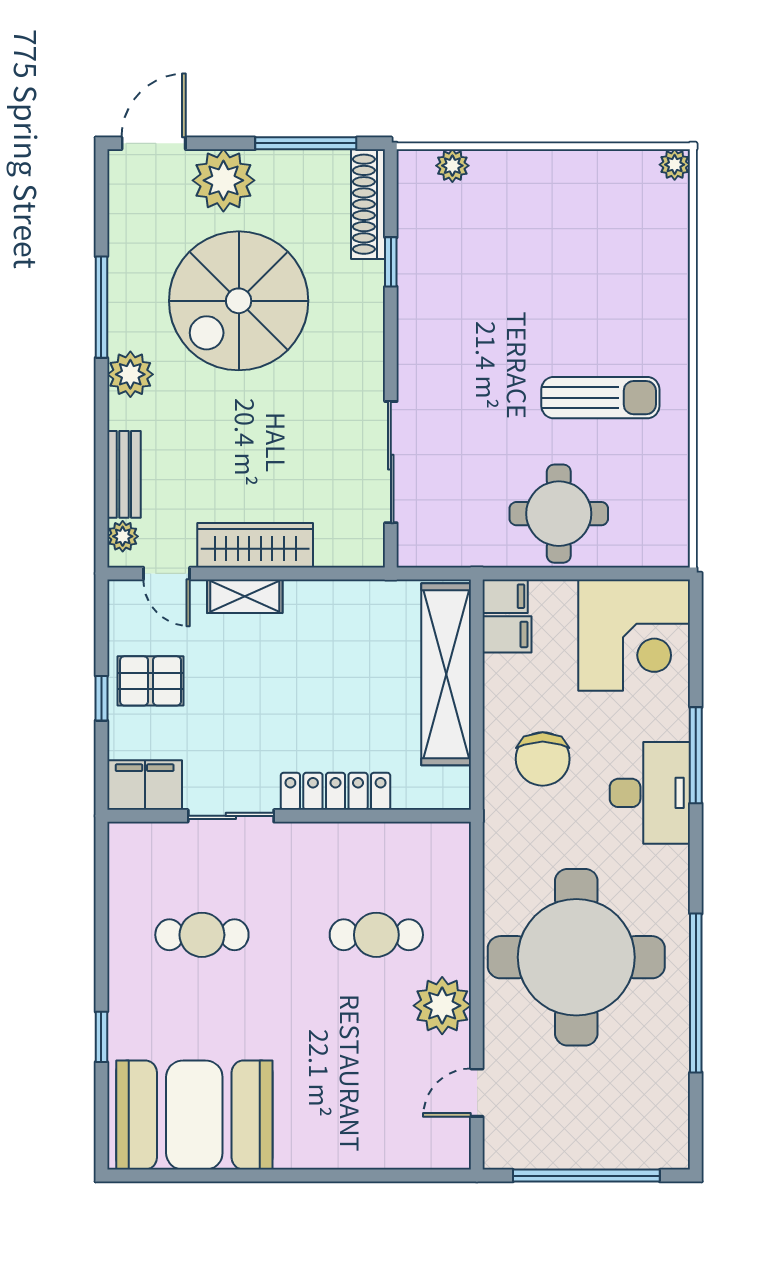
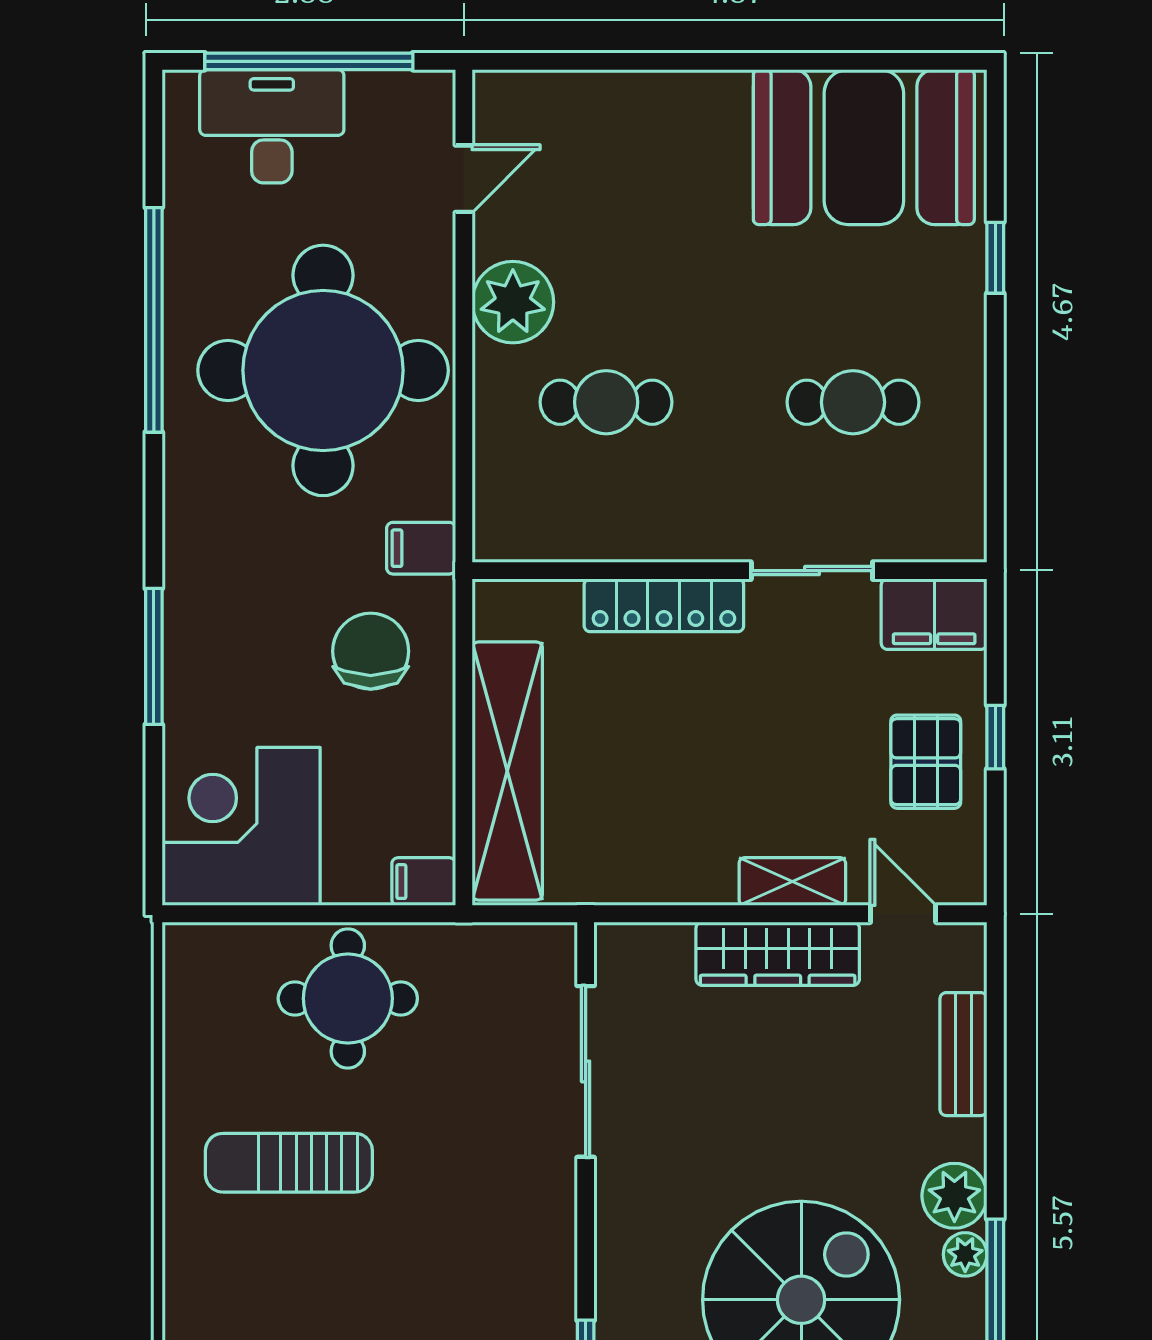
plant: (123, 536) -> (965, 1254), moved
filing cabinet: (507, 634) -> (421, 548), moved
pallet: (151, 681) -> (926, 762), turned 90
desk: (650, 793) -> (272, 126), moved, turned 90

